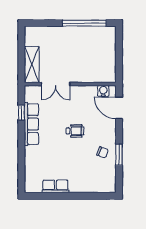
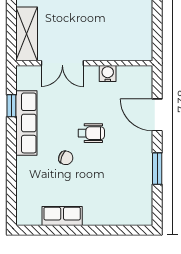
water cooler: (103, 91) -> (108, 74), moved
door: (119, 108) -> (157, 115), moved
chair: (103, 152) -> (66, 158), moved

